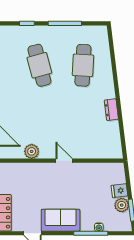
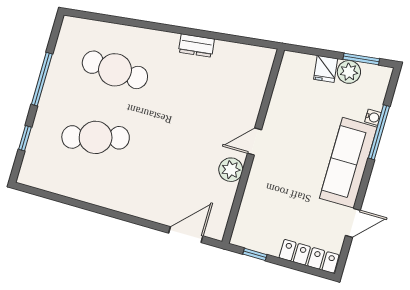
plant: (32, 151) -> (231, 170), moved
sofa: (61, 220) -> (348, 163), width x1.36

